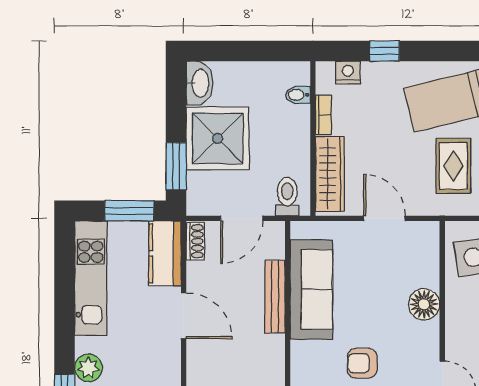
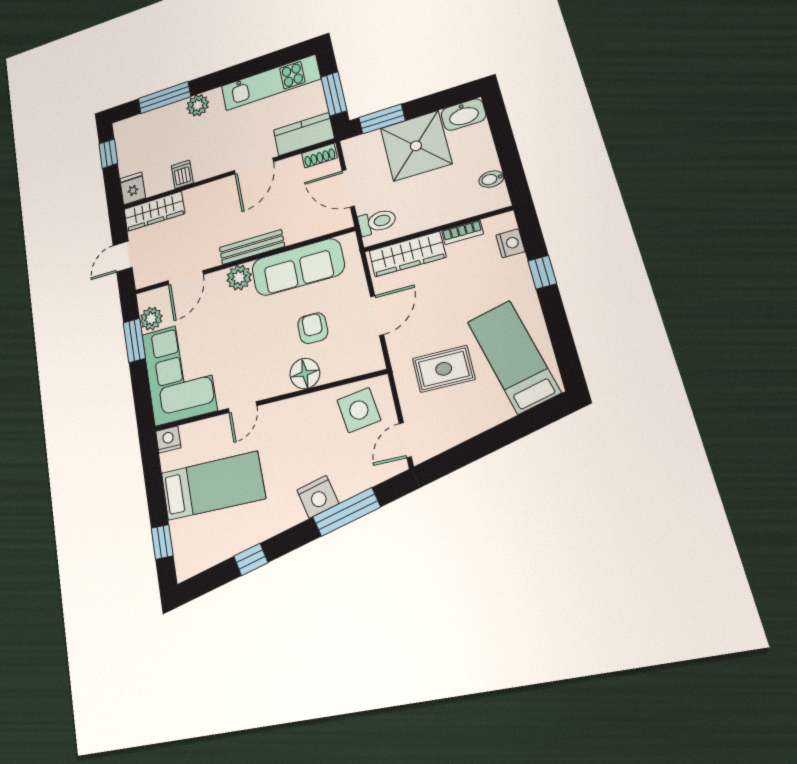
bidet: (298, 95) -> (491, 179), moved, turned -90
bench: (275, 297) -> (252, 247), moved
plant: (304, 356) -> (239, 278), added
armchair: (362, 363) -> (313, 328), moved

